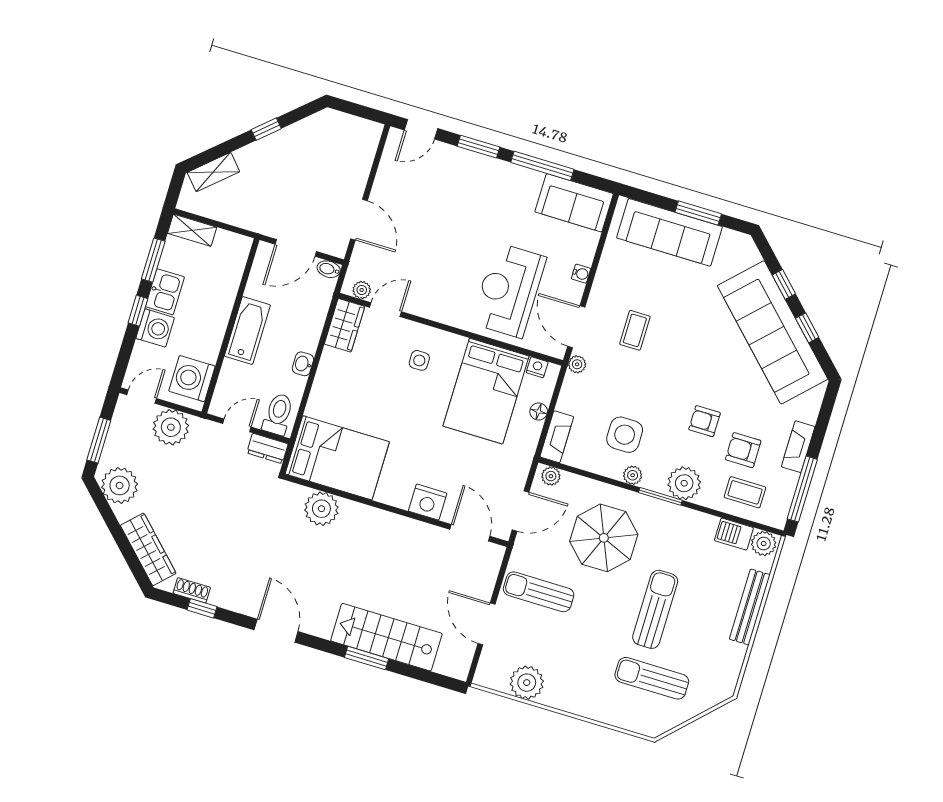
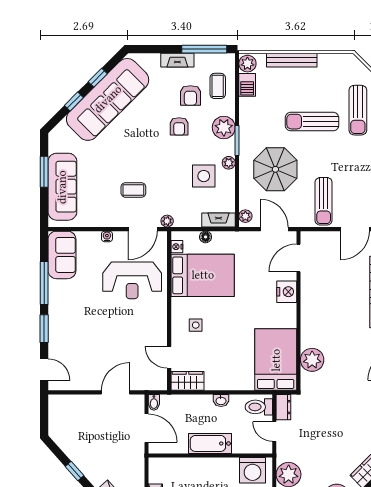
plant: (362, 290) -> (161, 377), removed

